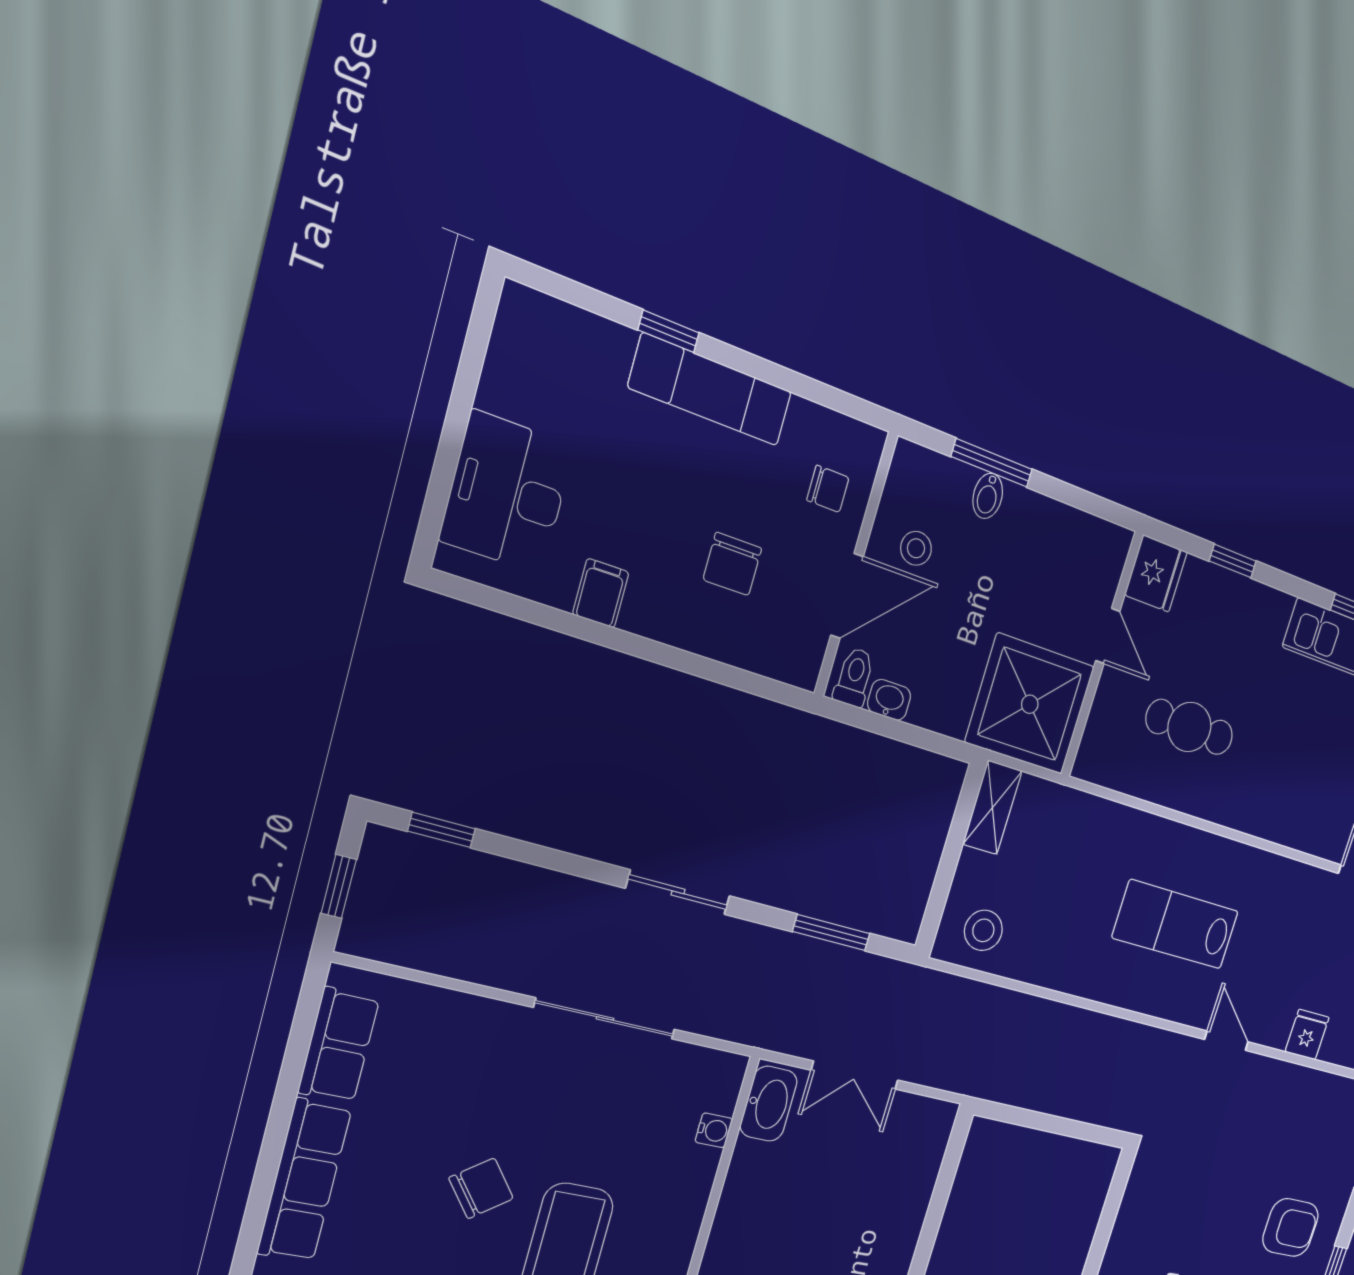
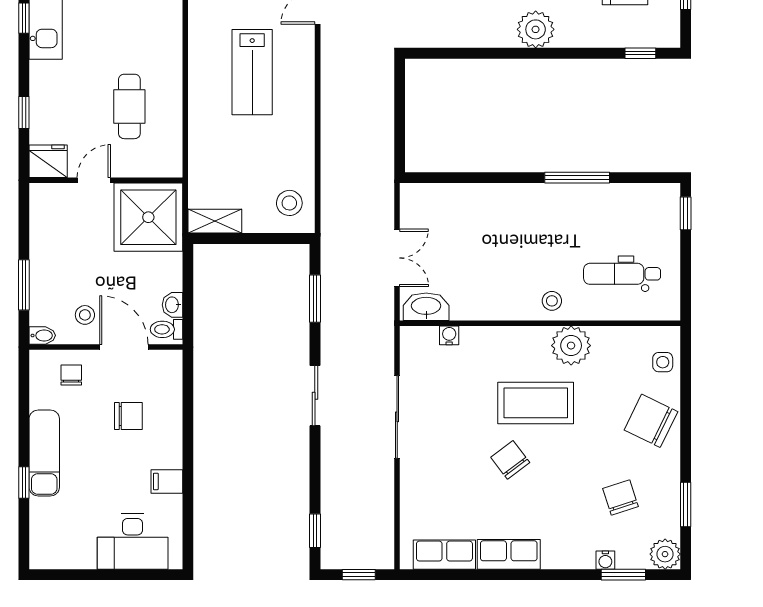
bidet: (988, 496) -> (42, 335), moved
row of seats: (304, 1181) -> (509, 554), width x0.68

